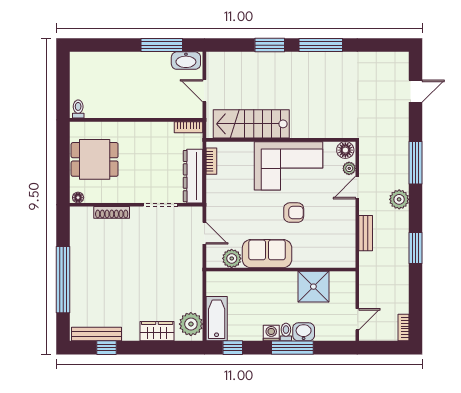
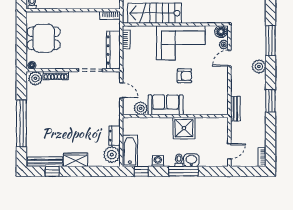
plant: (83, 216) -> (35, 78), added
bench: (366, 233) -> (235, 109), moved
shower: (313, 287) -> (184, 128), moved
dresser: (195, 297) -> (115, 136), added
wardrobe: (157, 331) -> (76, 160), moved
washing machine: (271, 333) -> (158, 161), moved

